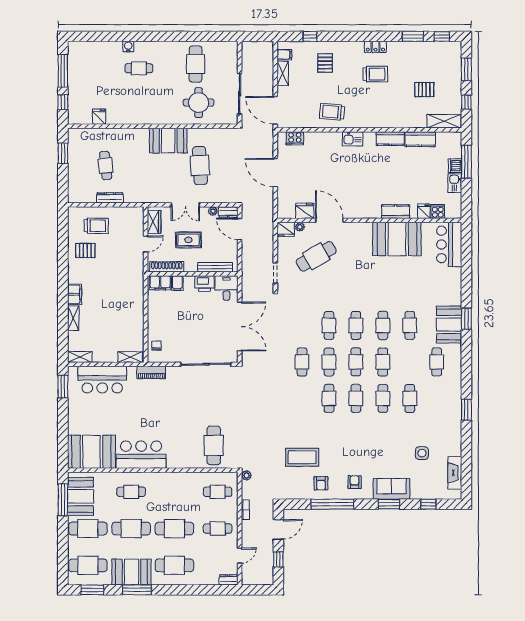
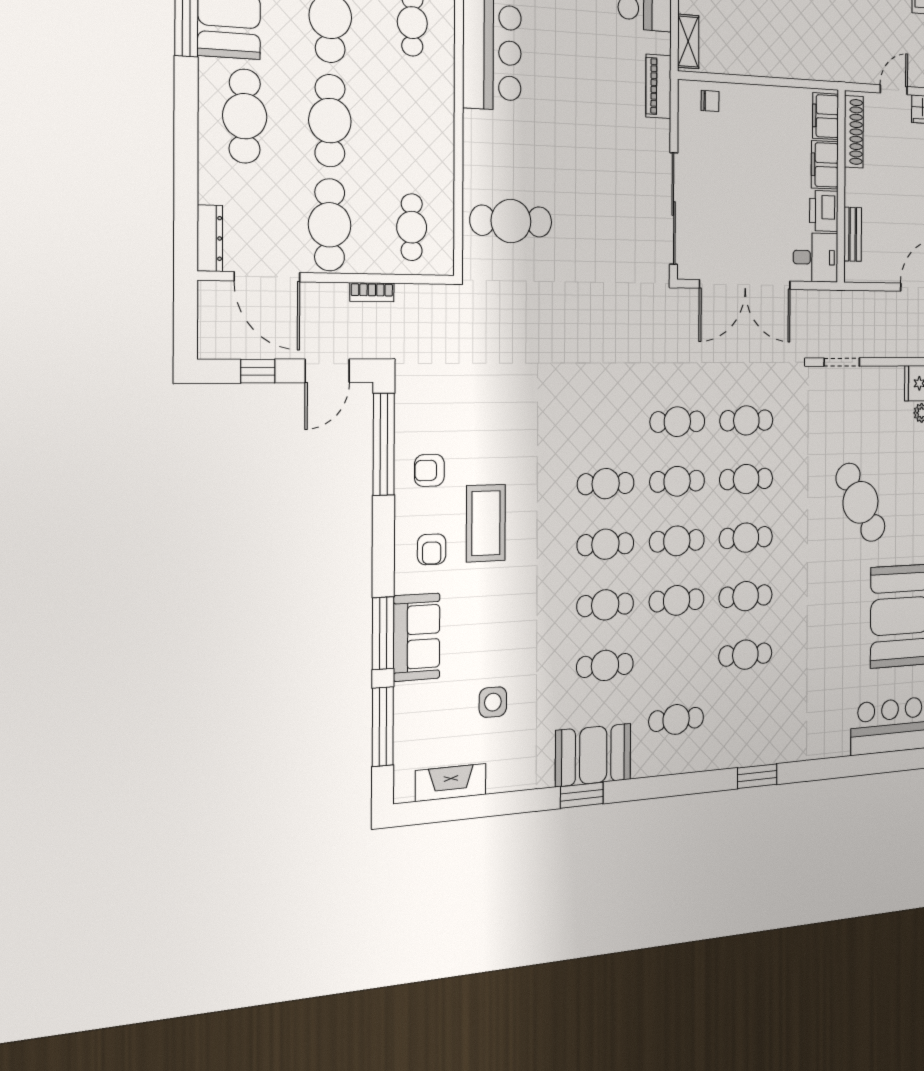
rug: (188, 240) -> (900, 180), removed
door: (146, 244) -> (894, 90), swing flipped
cafe table: (316, 256) -> (860, 502), moved
bench: (215, 267) -> (853, 234), width x0.73
filing cabinet: (177, 283) -> (825, 165), width x2.00
cafe table: (302, 325) -> (746, 420), added
booth: (449, 325) -> (593, 755), moved
coffee table: (302, 457) -> (486, 523), moved
plant: (246, 475) -> (447, 296), removed
armchair: (355, 482) -> (432, 549), turned 90
window: (332, 504) -> (384, 444), moved
window: (389, 504) -> (383, 633), width x1.44
window: (428, 504) -> (383, 727), width x2.17
cafe table: (218, 529) -> (330, 225), width x1.37, depth x1.35
door: (278, 529) -> (327, 371), hinge flipped
door: (240, 556) -> (267, 277), width x1.88
dresser: (229, 580) -> (210, 238), width x1.44

